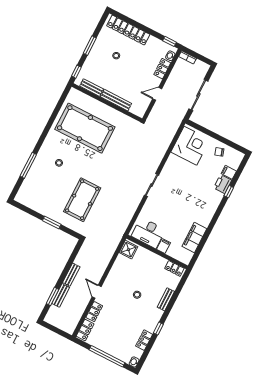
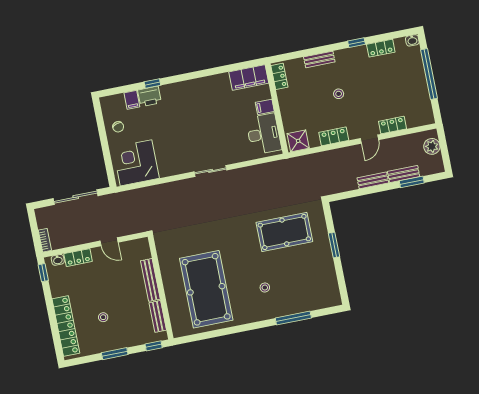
filing cabinet: (194, 237) -> (249, 78), moved
plant: (64, 324) -> (432, 146), added
locker: (85, 330) -> (334, 136), moved

